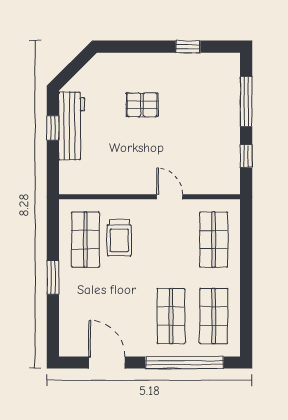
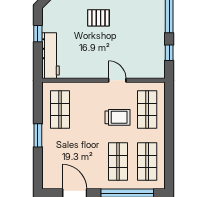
workbench: (72, 126) -> (51, 56), moved
trolley: (119, 238) -> (117, 117), moved, turned -90

